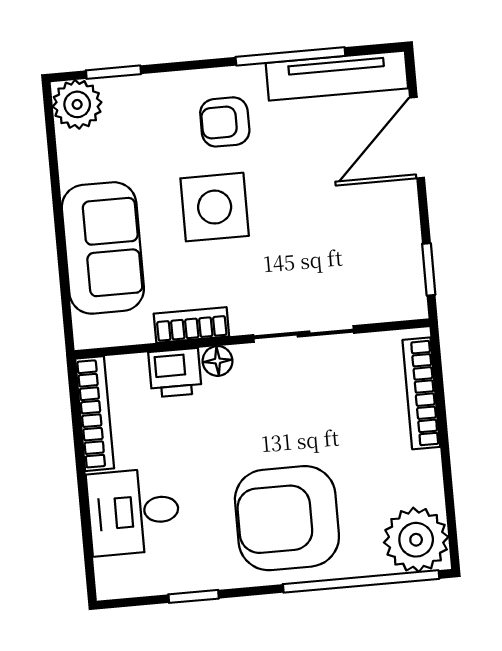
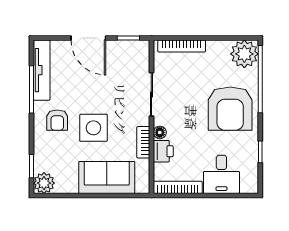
door: (417, 138) -> (88, 38), moved

